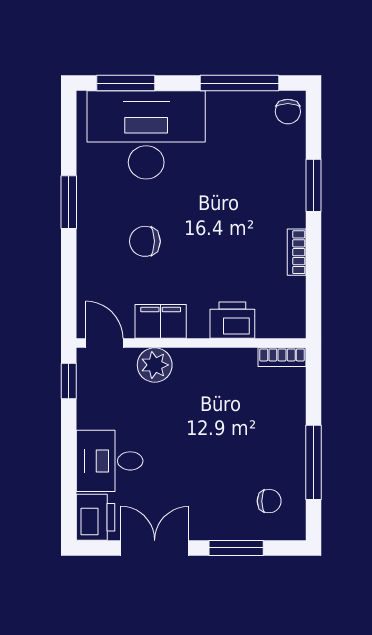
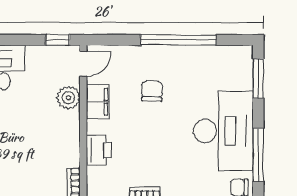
desk: (146, 135) -> (223, 131), moved
window: (69, 202) -> (178, 40), width x2.11

